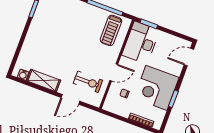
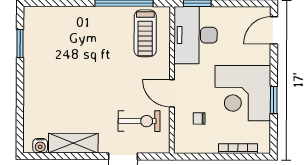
door: (114, 72) -> (172, 93), swing flipped

